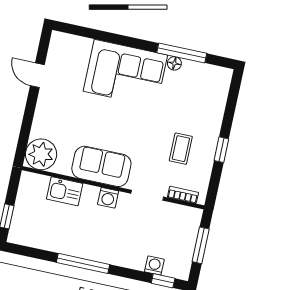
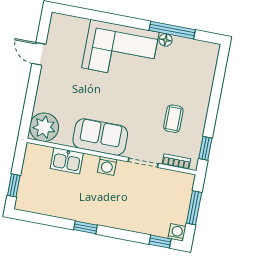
window: (221, 150) -> (205, 148), moved
window: (83, 263) -> (85, 227), width x0.46
washing machine: (154, 265) -> (177, 232), moved

